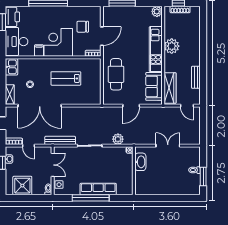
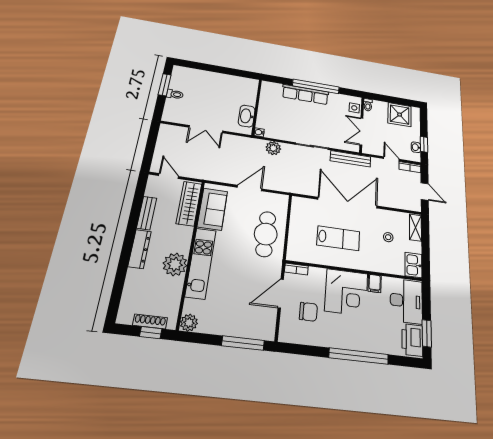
dresser: (195, 53) -> (140, 249), added
double door: (40, 106) -> (348, 203), moved

